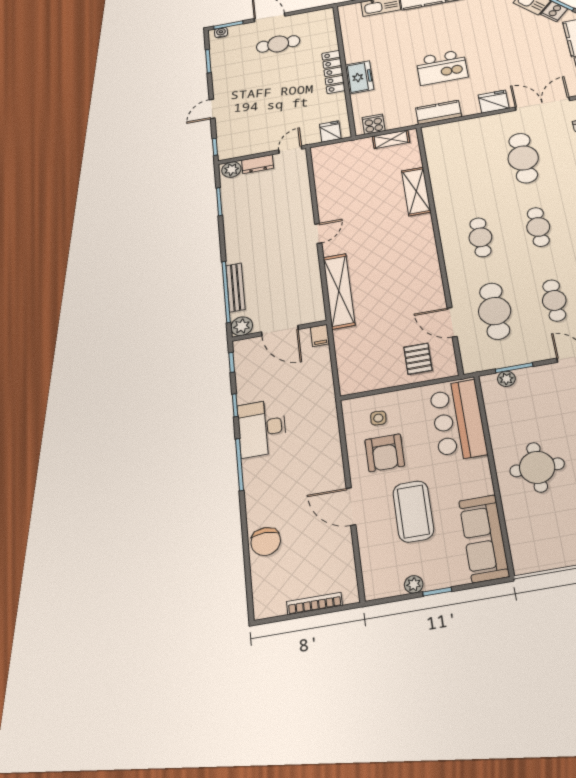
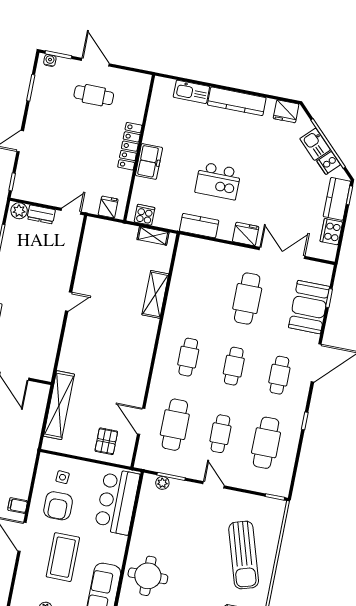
shelving: (339, 291) -> (59, 405), moved
filing cabinet: (320, 335) -> (18, 506), moved, turned 90
round table: (537, 467) -> (148, 576), moved

